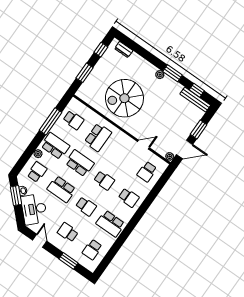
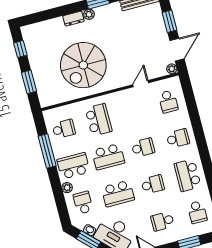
dresser: (124, 50) -> (74, 19), moved
school desk: (80, 163) -> (108, 157), turned 180
school desk: (110, 224) -> (188, 175), turned 90

